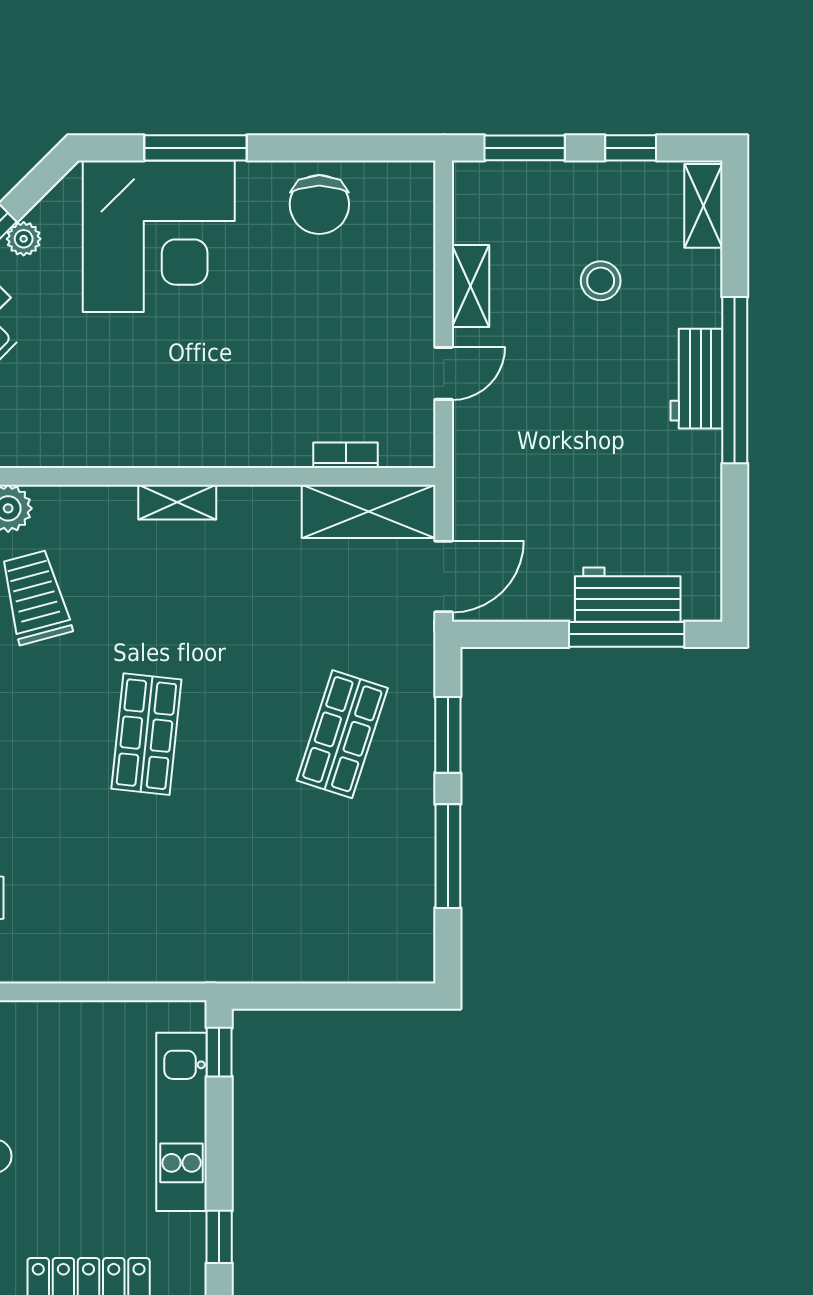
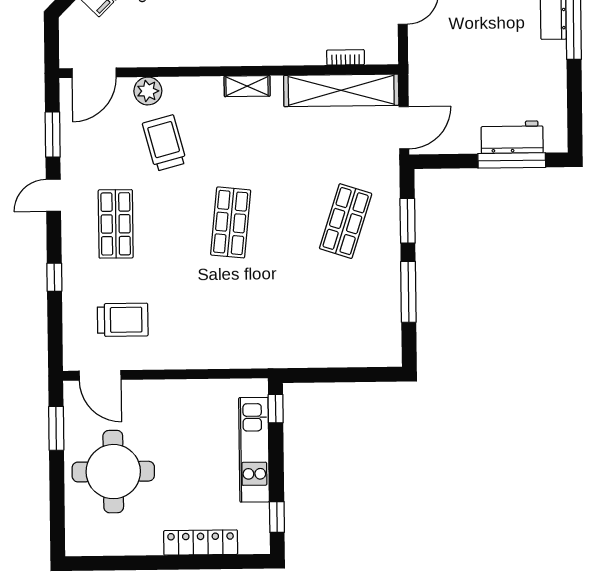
shelving: (369, 511) -> (341, 90), width x1.47

